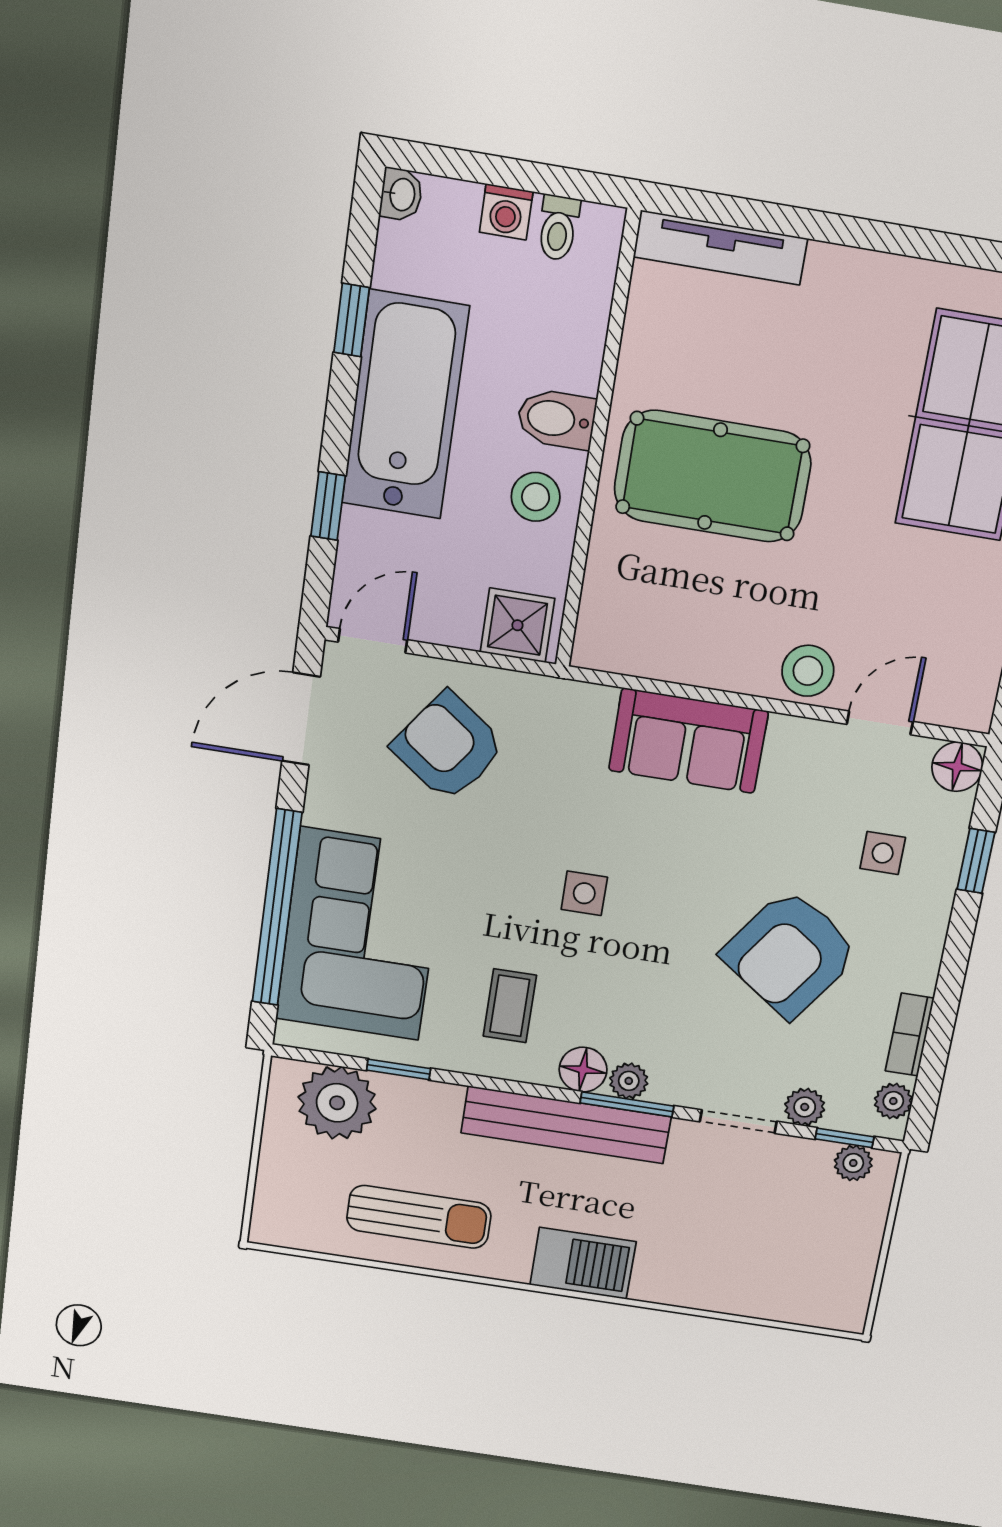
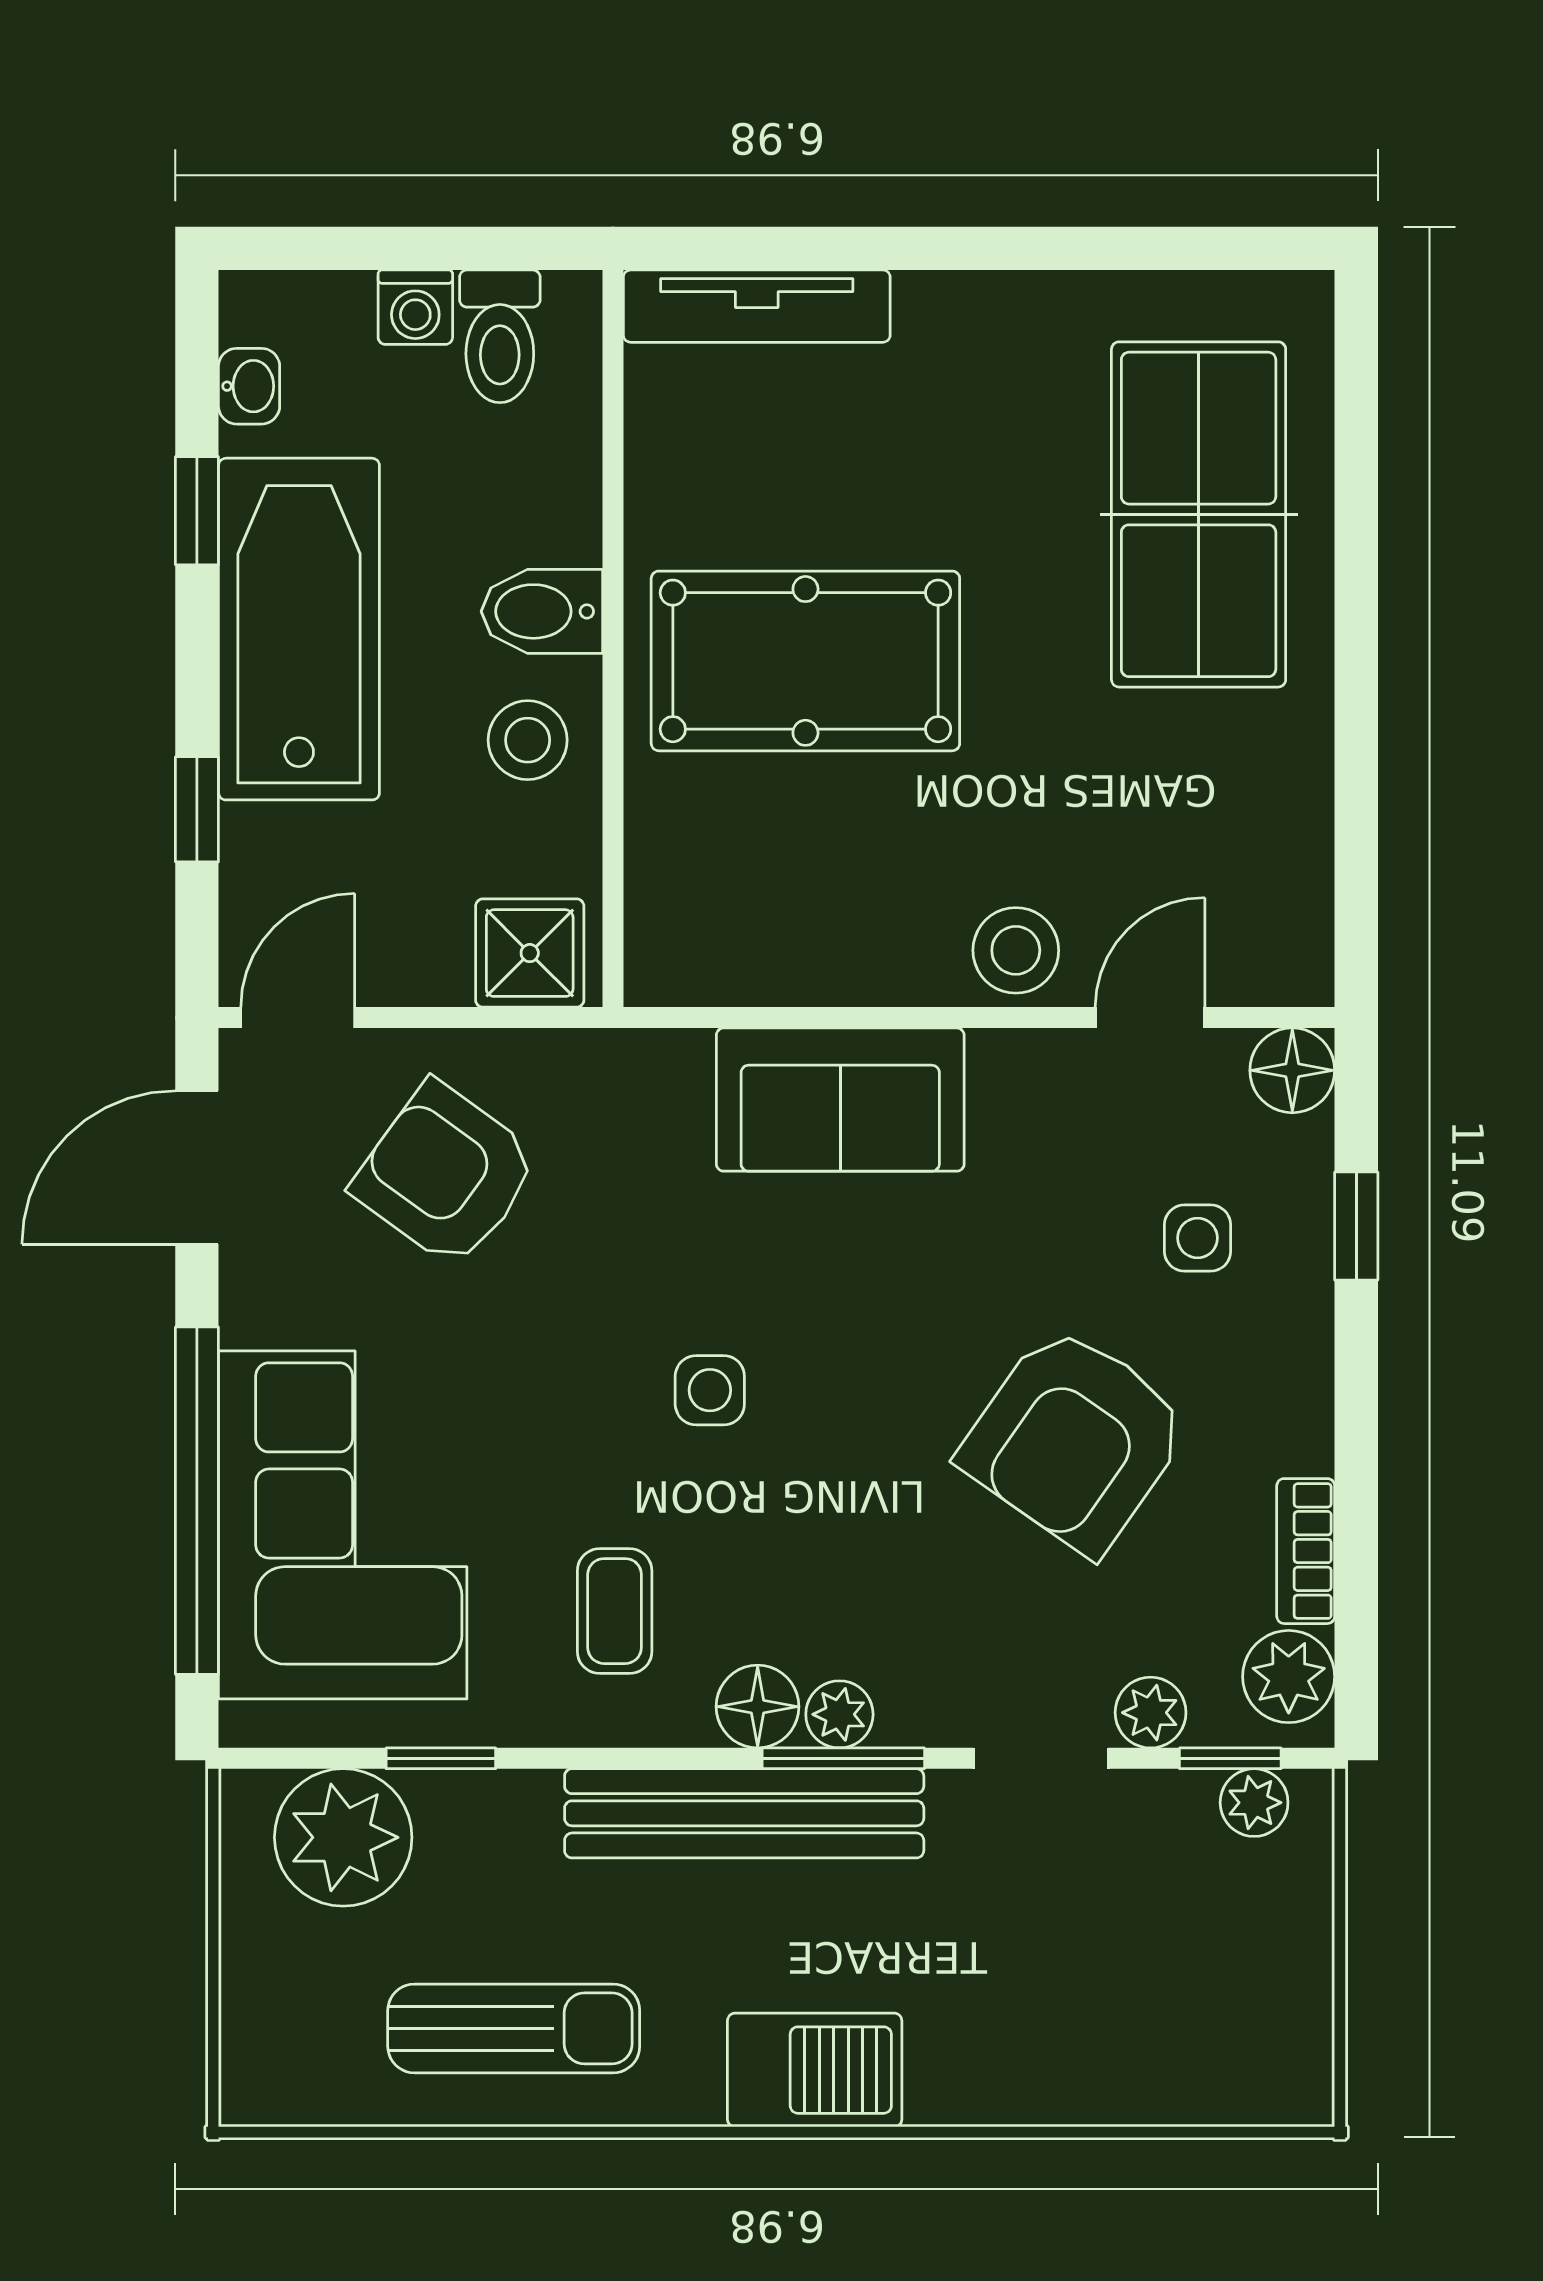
washbasin: (401, 194) -> (249, 386), moved
toilet: (558, 228) -> (500, 336), width x1.37, depth x1.39
plant: (893, 1101) -> (1289, 1677), width x1.38, depth x1.38

